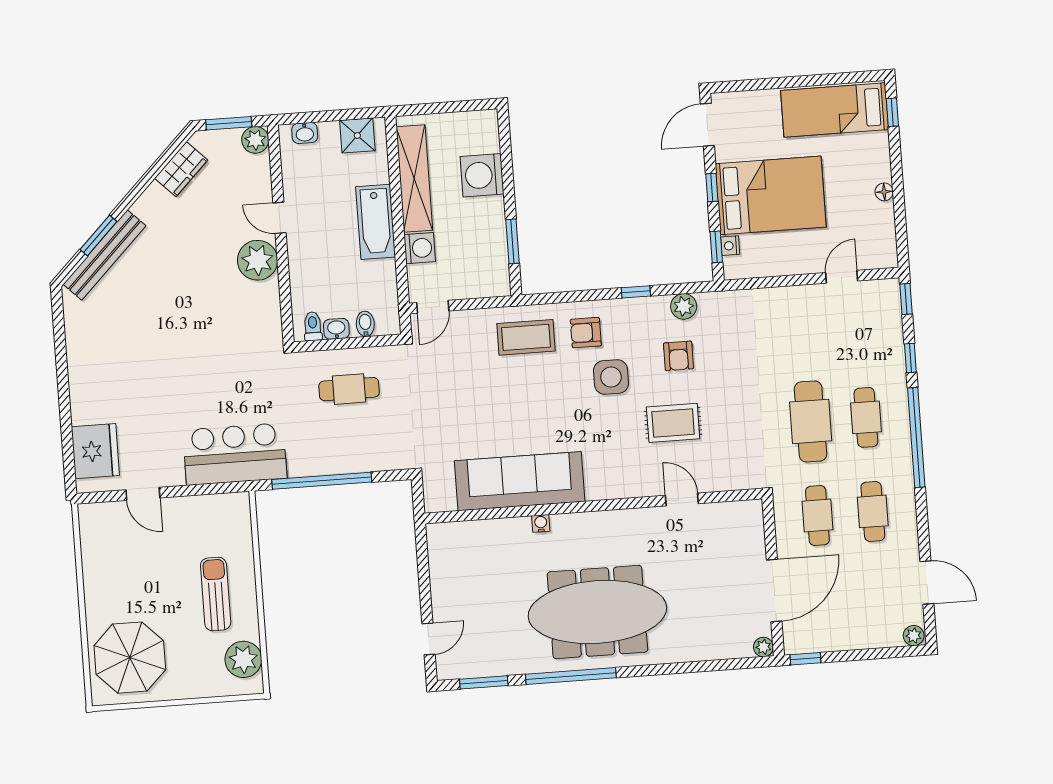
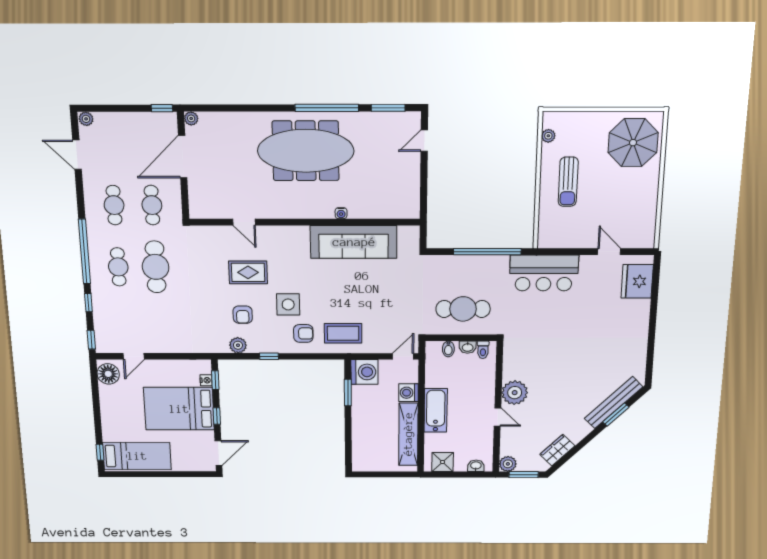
washing machine: (482, 175) -> (364, 372), moved
floor lamp: (884, 192) -> (108, 374), moved, width x1.89, depth x1.89
armchair: (678, 356) -> (243, 315), turned 180
cafe table: (349, 389) -> (463, 309), width x1.37, depth x1.35
plant: (243, 659) -> (548, 136), width x0.53, depth x0.53

